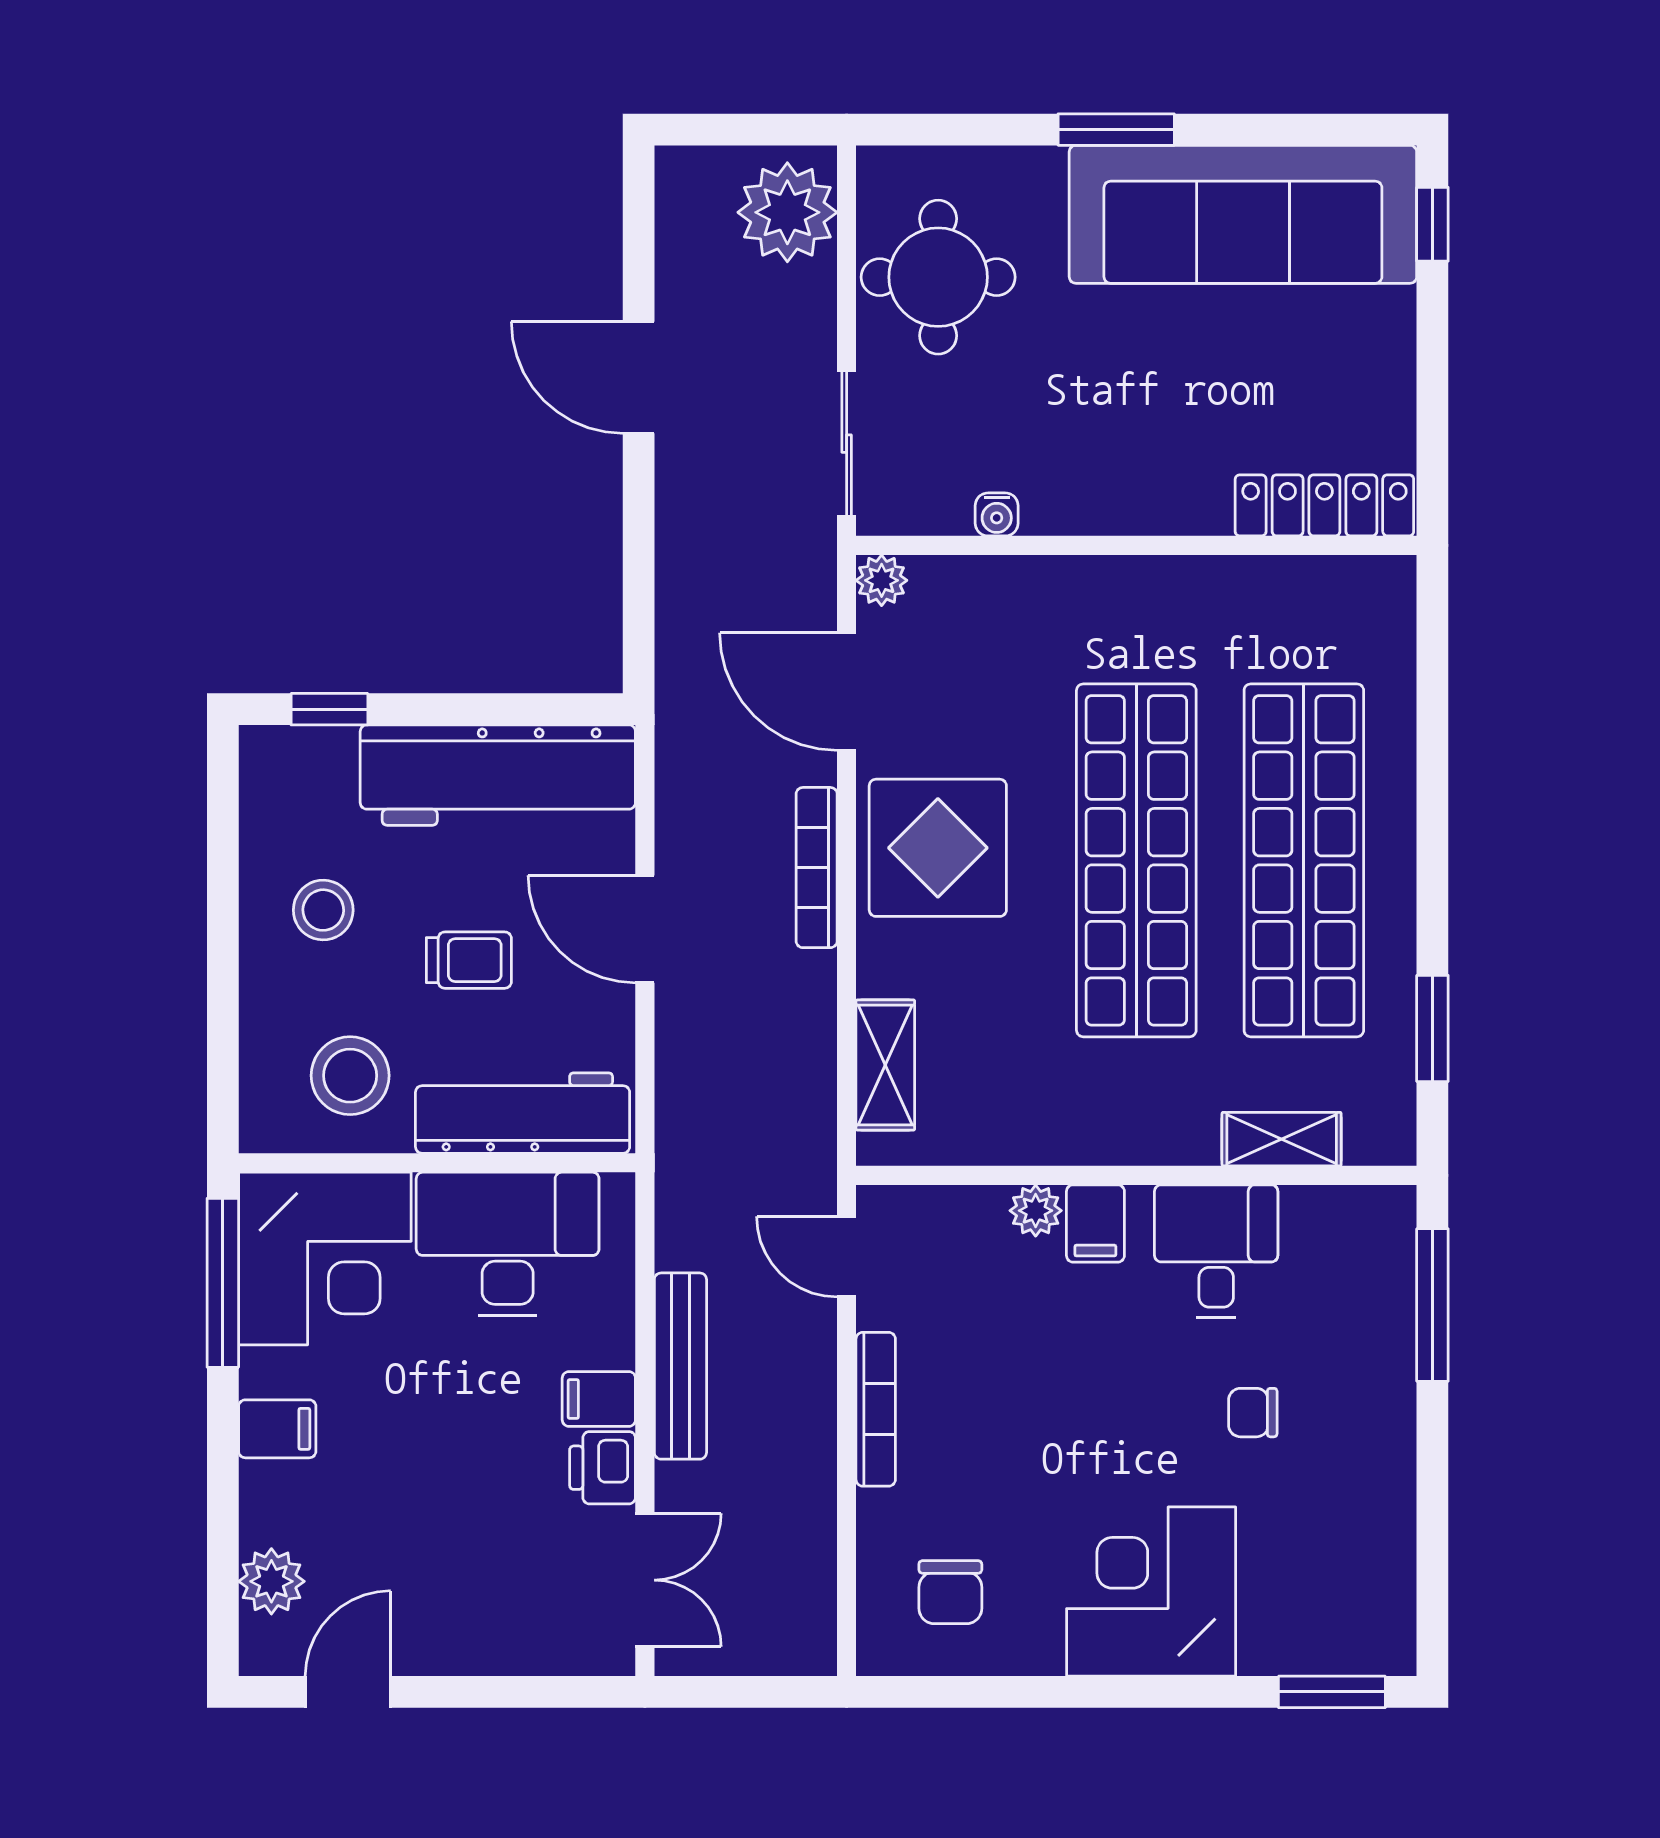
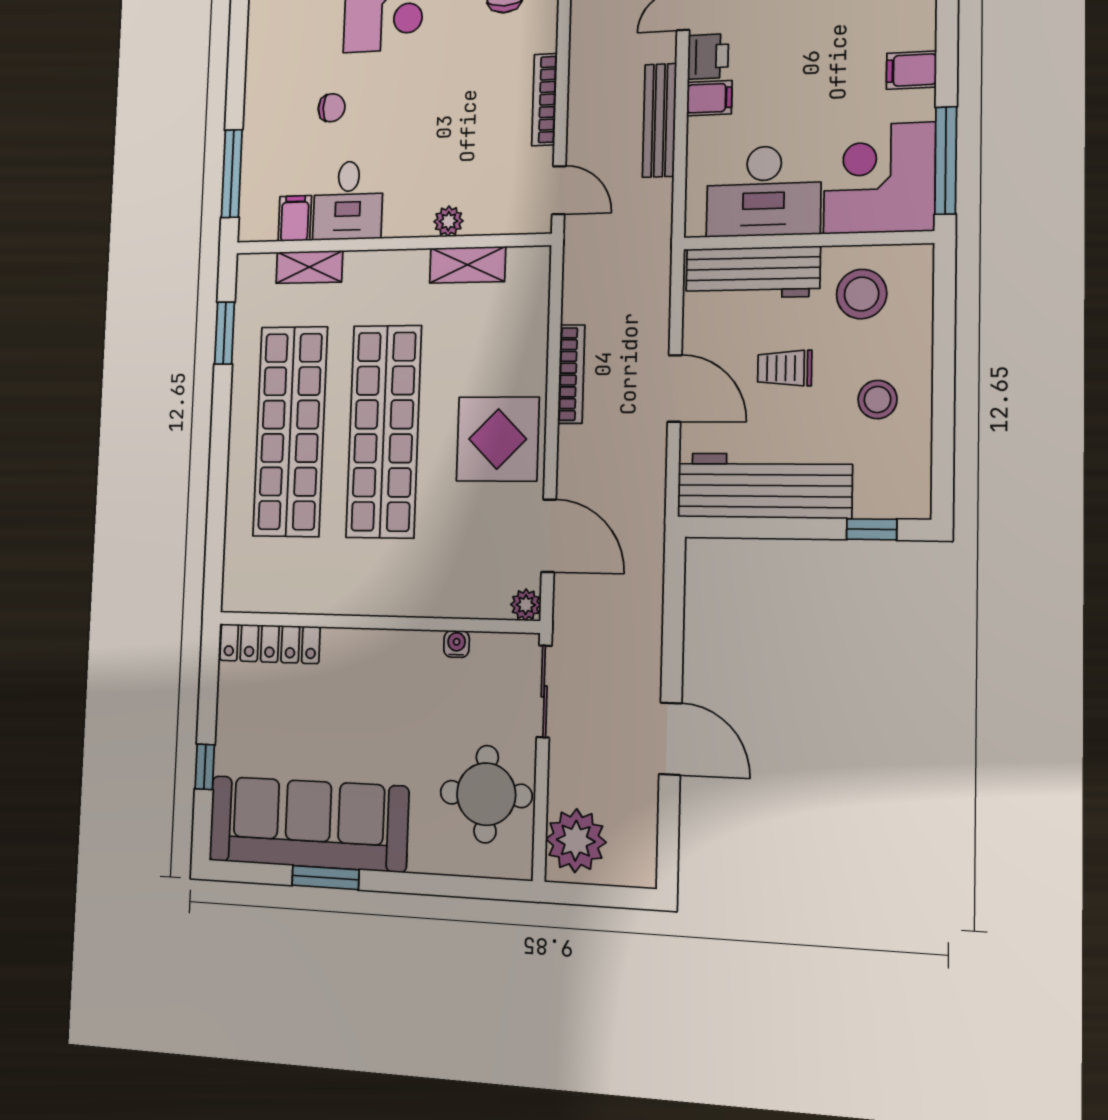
window: (1116, 130) -> (325, 878), moved
window: (1432, 224) -> (205, 767), moved
bookcase: (817, 868) -> (571, 374), moved
shelving: (885, 1065) -> (468, 265), moved, turned 90
filing cabinet: (1095, 1223) -> (295, 218), moved

